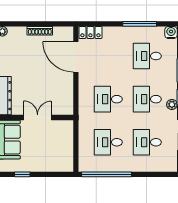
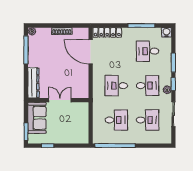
locker: (90, 33) -> (107, 32), width x1.53
desk: (147, 99) -> (148, 86), turned 180
desk: (108, 142) -> (116, 120), turned 180
desk: (147, 142) -> (148, 120), turned 180

